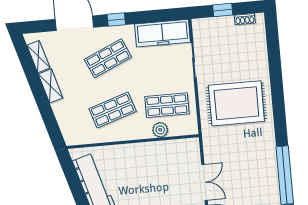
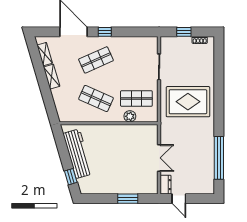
freezer: (162, 33) -> (138, 45), removed
shop shelf: (113, 110) -> (96, 98), turned 42

